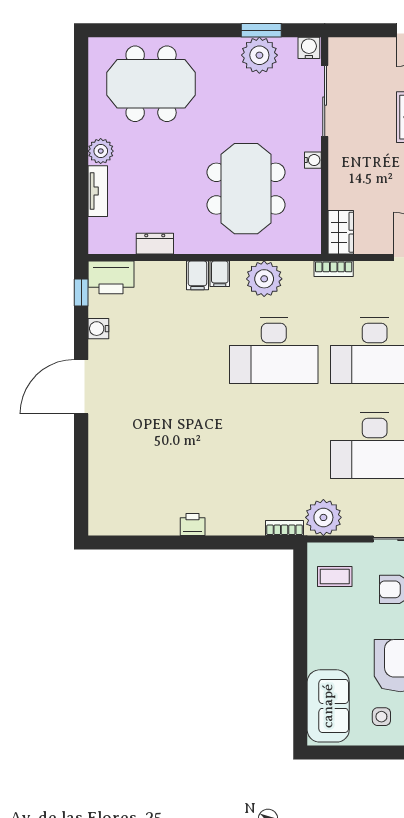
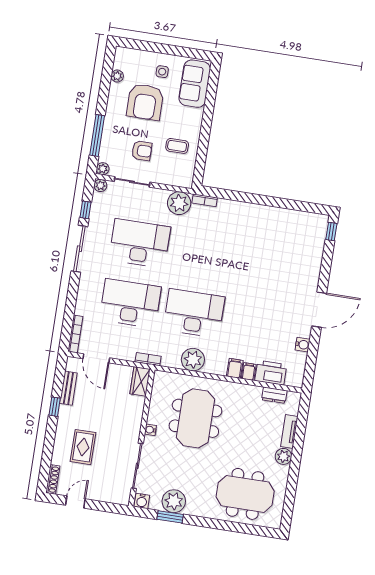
dresser: (155, 244) -> (274, 395), moved
filing cabinet: (220, 274) -> (249, 372), moved
printer: (111, 277) -> (271, 373), moved
window: (81, 292) -> (331, 232), moved
printer: (193, 524) -> (262, 212), removed
coffee table: (335, 577) -> (177, 146), moved

